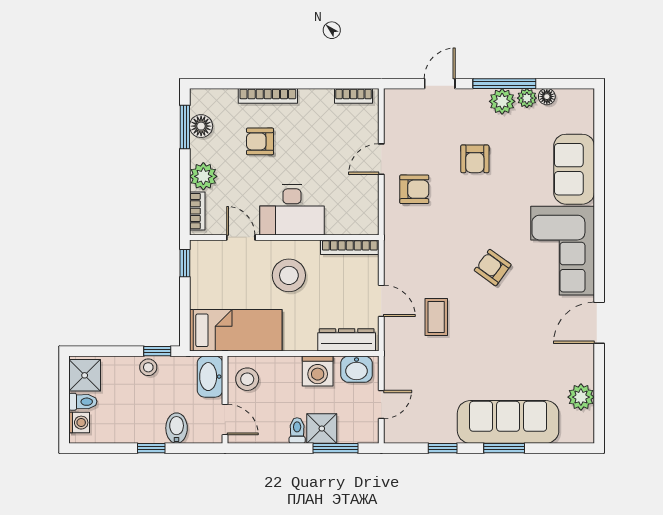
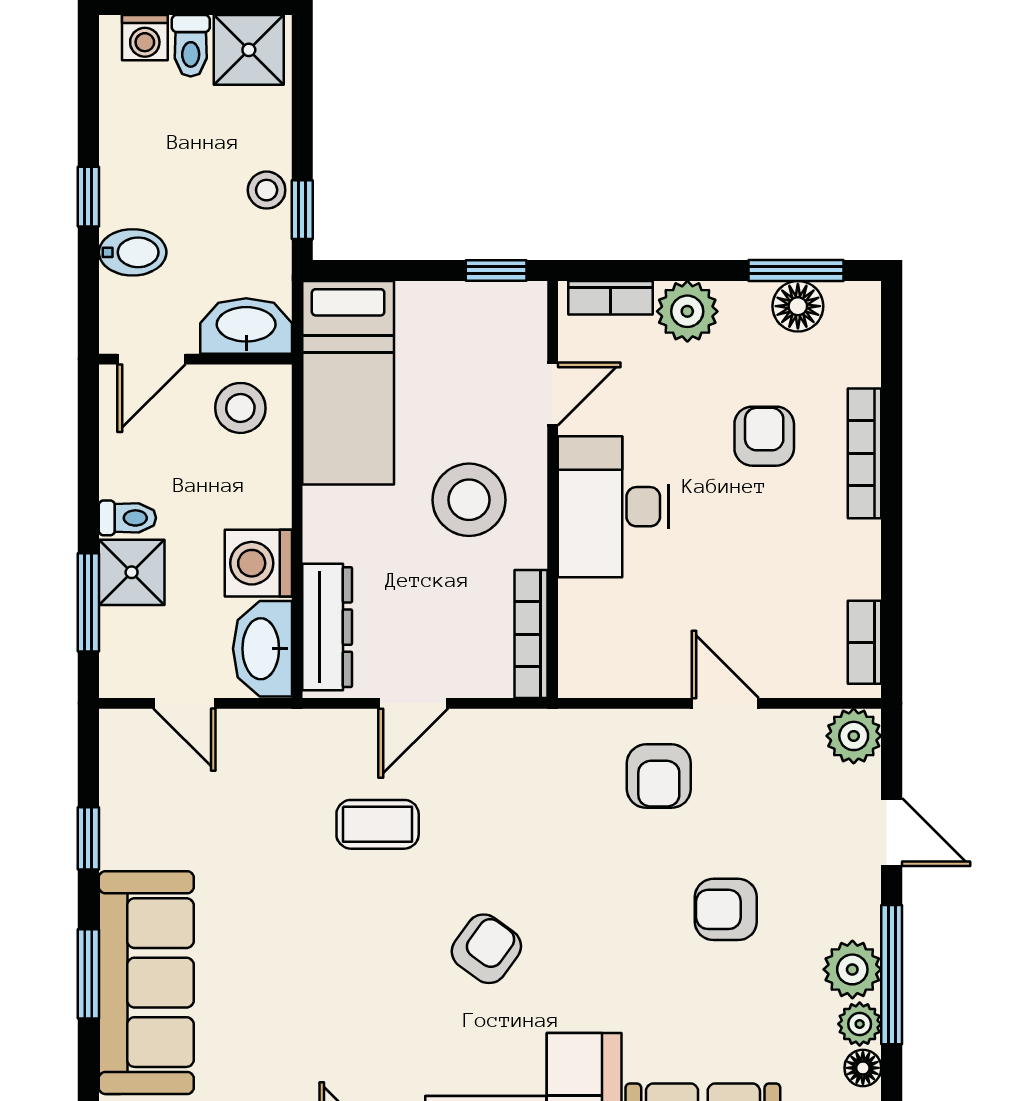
plant: (396, 101) -> (854, 736), added
washbasin: (356, 369) -> (262, 649), width x1.38

